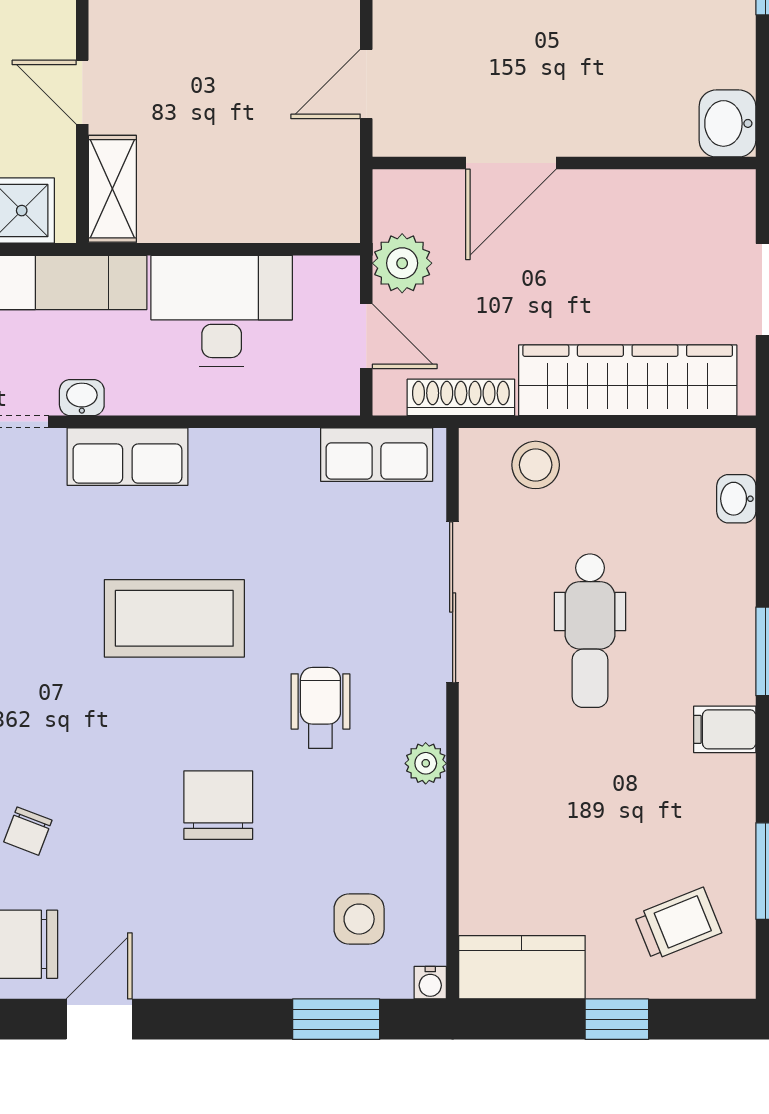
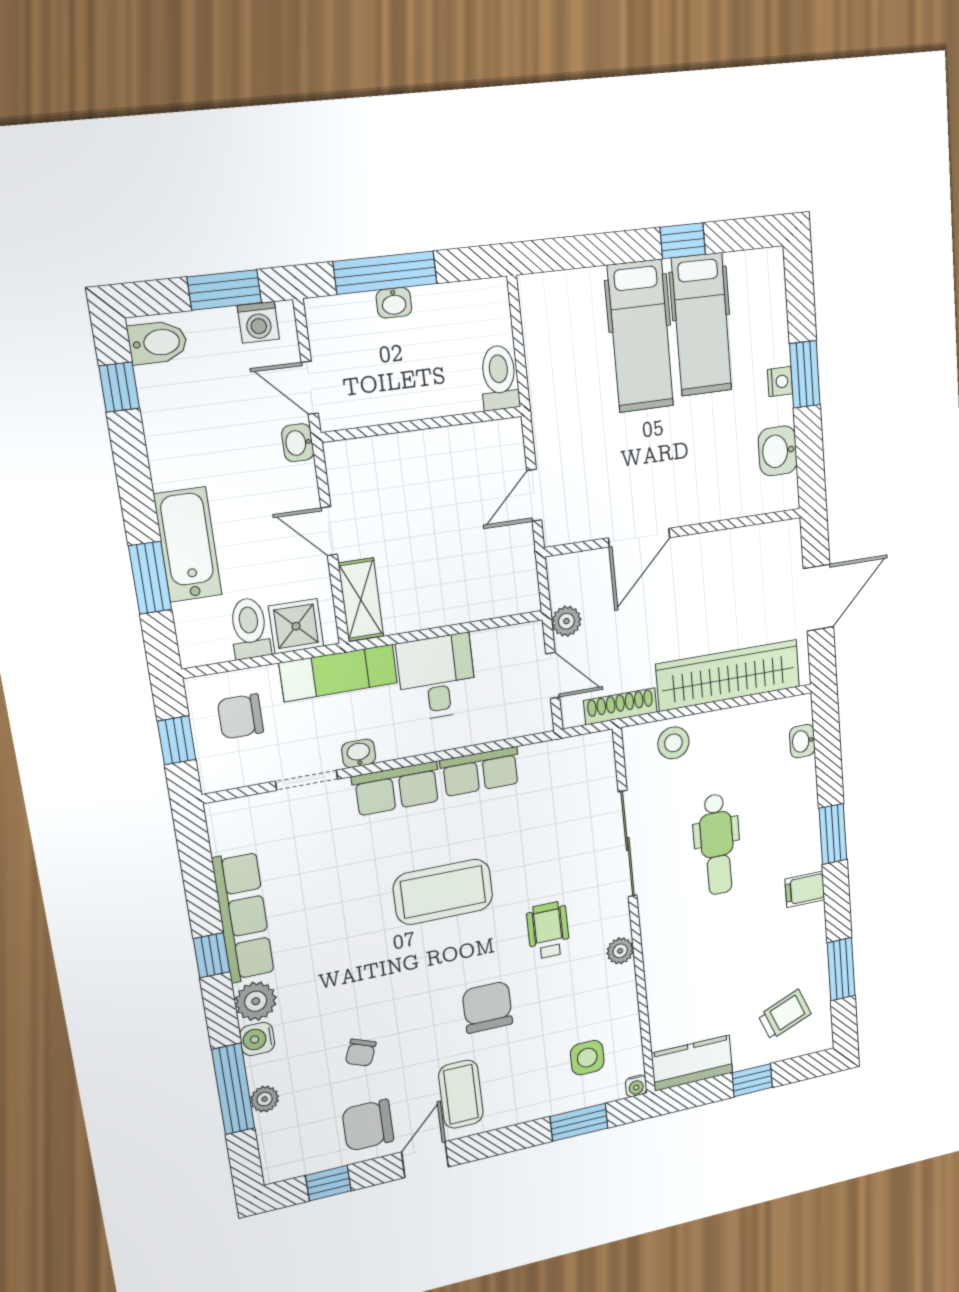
washbasin: (727, 123) -> (778, 451), moved
plant: (402, 263) -> (566, 621), width x0.73, depth x0.73
desk: (222, 311) -> (437, 677), width x0.73
row of seats: (377, 455) -> (480, 772), moved
coffee table: (164, 930) -> (461, 1094), added

